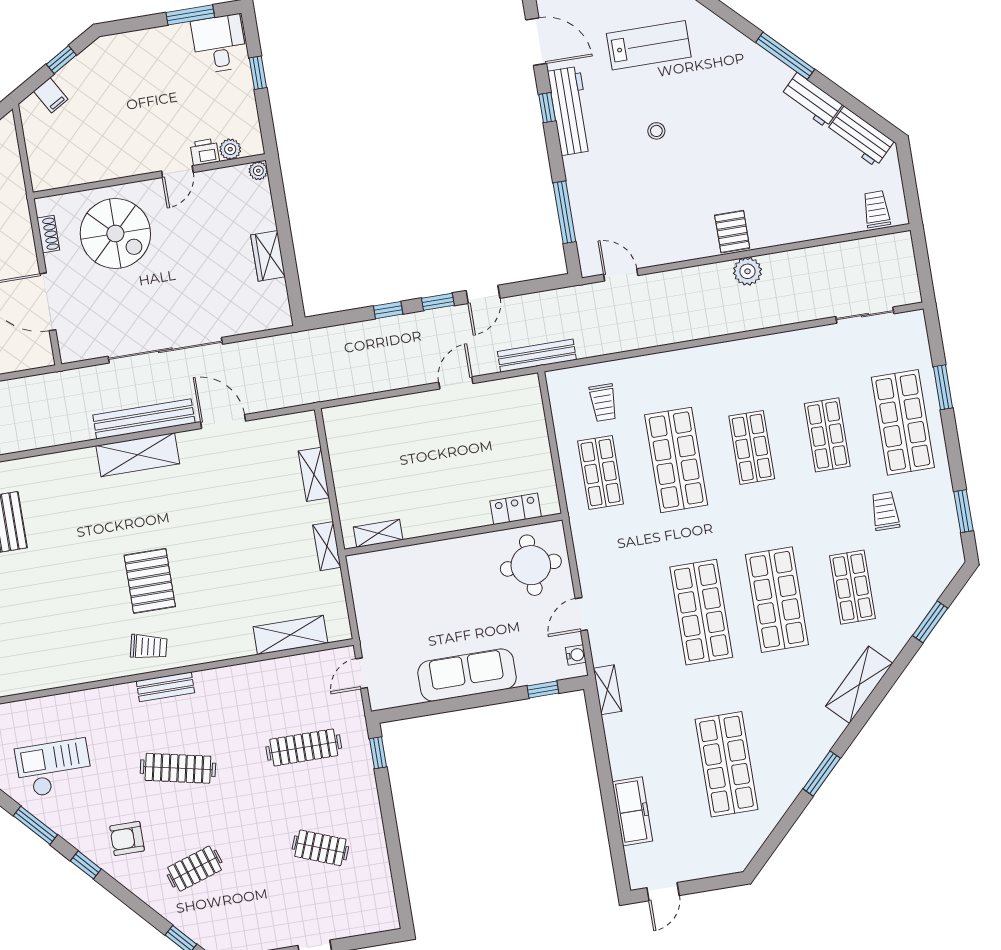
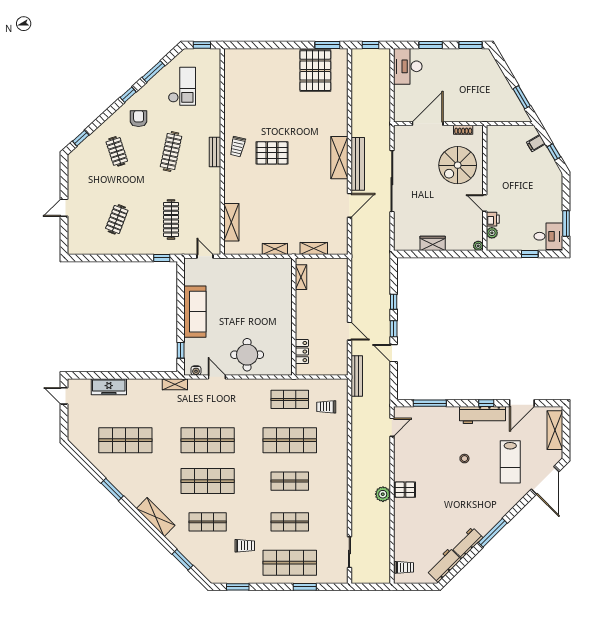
locker: (516, 509) -> (302, 352), moved
shelving: (378, 533) -> (301, 277), moved
wall: (453, 535) -> (294, 317), moved

